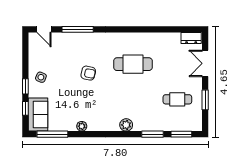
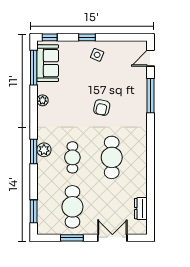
dresser: (191, 38) -> (141, 209), moved
cafe table: (133, 99) -> (72, 157), added
cafe table: (177, 99) -> (72, 207), width x1.37, depth x1.35
window: (25, 108) -> (50, 37), moved
sofa: (38, 115) -> (48, 63), moved, turned -90
window: (152, 134) -> (34, 152), moved

